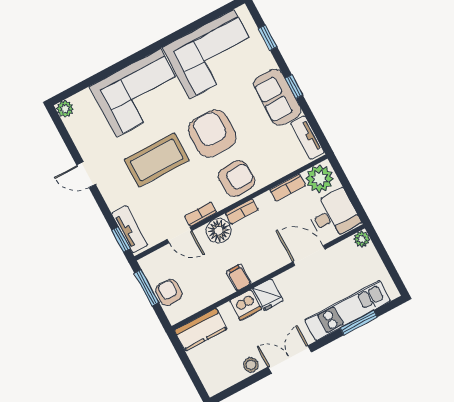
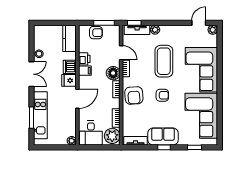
armchair: (212, 133) -> (162, 95), width x0.53, depth x0.53
door: (86, 175) -> (199, 23), moved
plant: (114, 201) -> (155, 30), added
door: (180, 235) -> (121, 53), swing flipped
door: (309, 256) -> (77, 99), moved
printer: (221, 288) -> (84, 59), added

